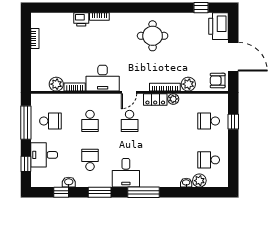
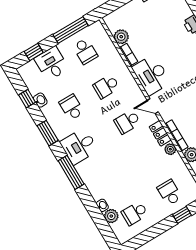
school desk: (90, 160) -> (71, 107), turned -90
school desk: (209, 160) -> (135, 213), turned -90

